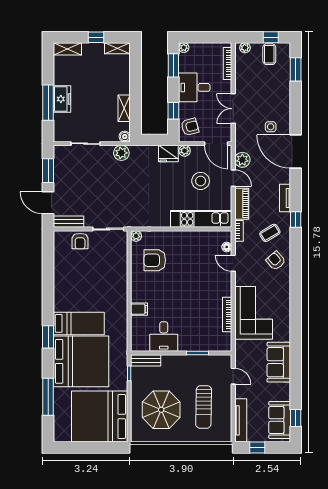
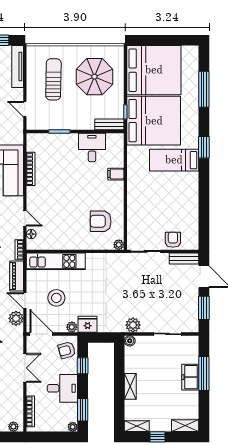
shelving: (124, 108) -> (130, 386), moved
armchair: (155, 260) -> (101, 221), turned 180
bed: (81, 361) -> (154, 121), moved, turned 180

